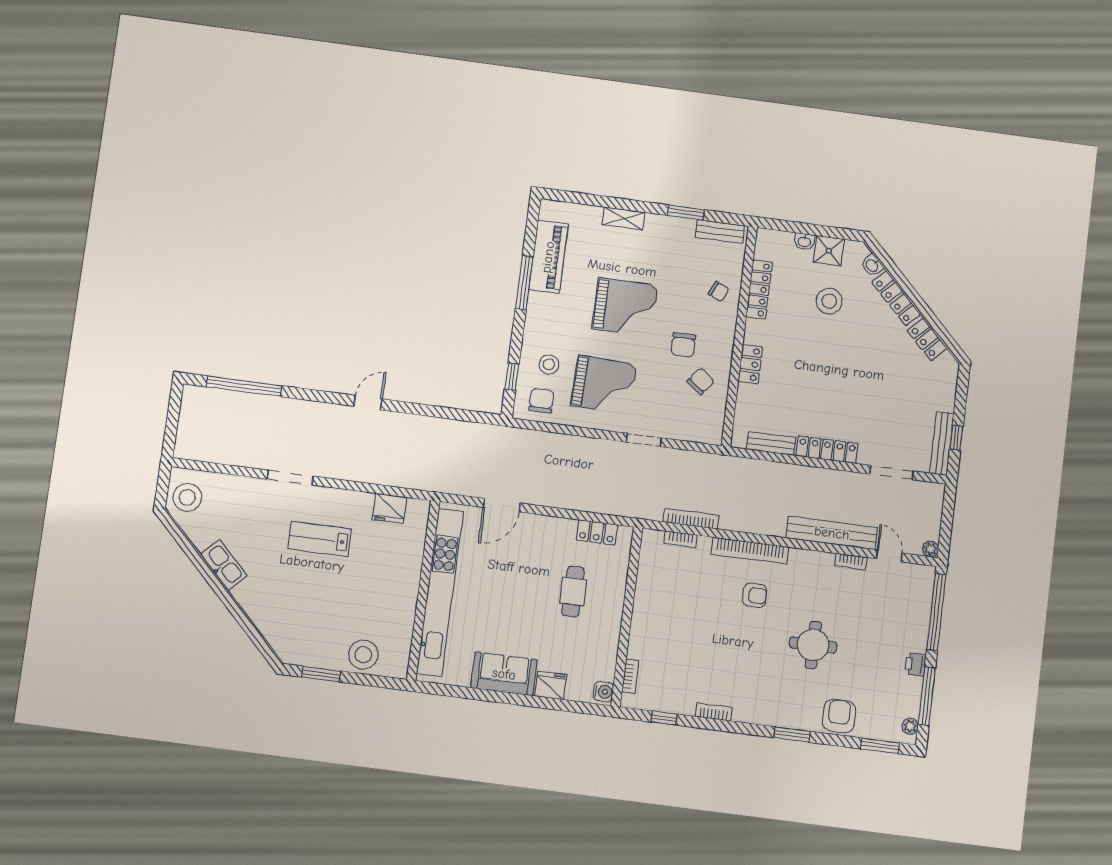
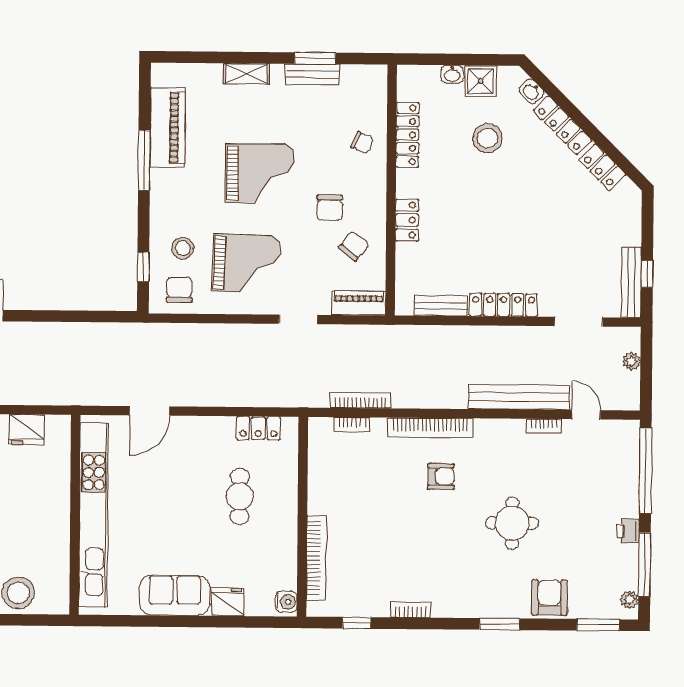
bench: (720, 231) -> (312, 74), moved
piano: (699, 432) -> (359, 303), added
plant: (930, 549) -> (632, 361), moved
bookcase: (630, 676) -> (316, 558), width x2.31, depth x1.31

